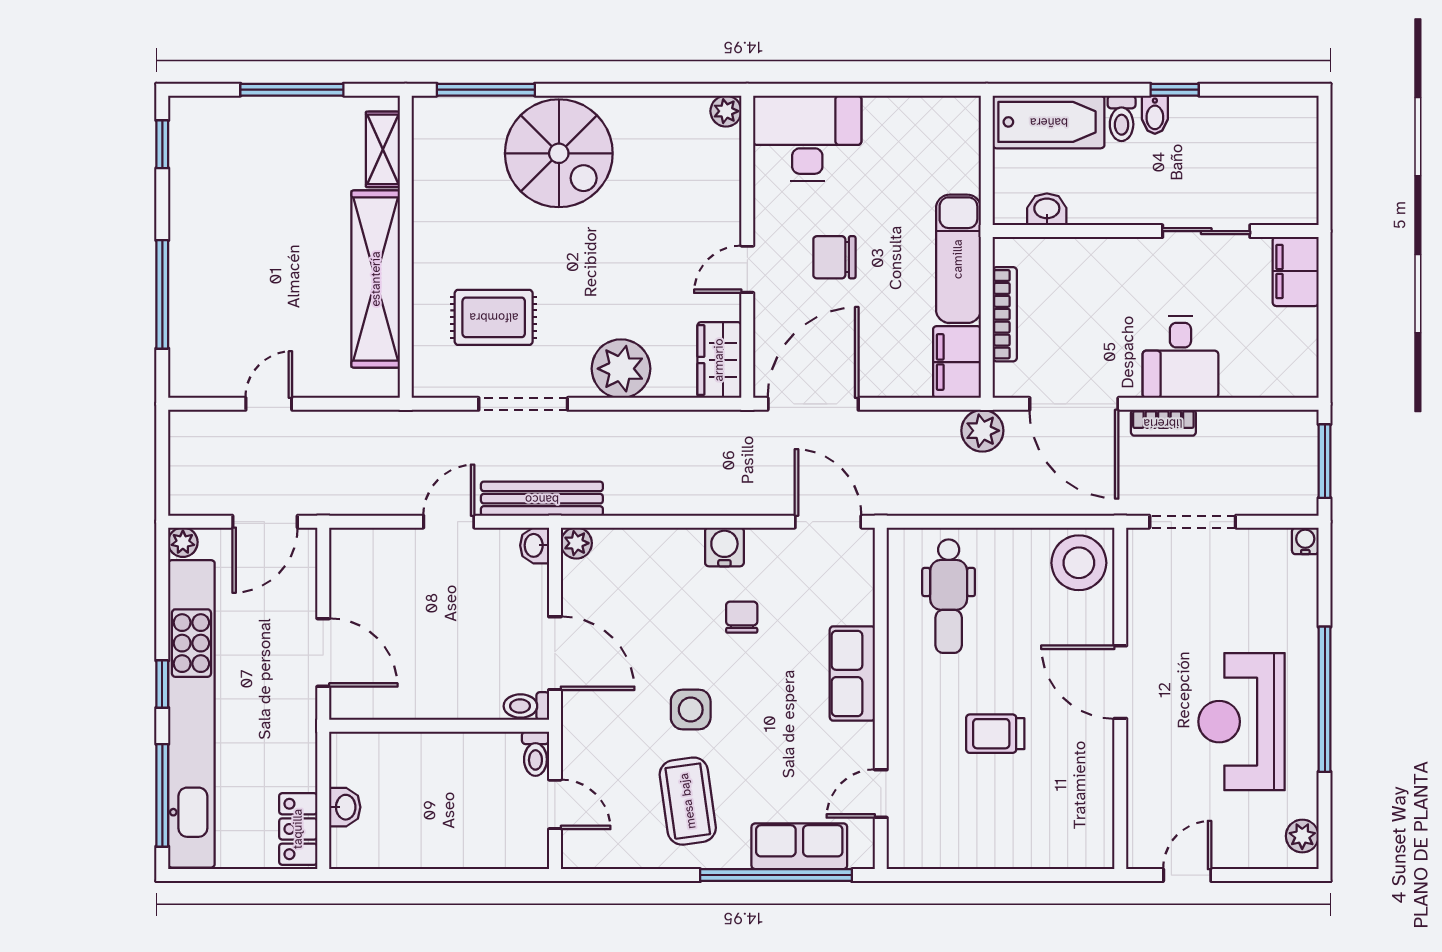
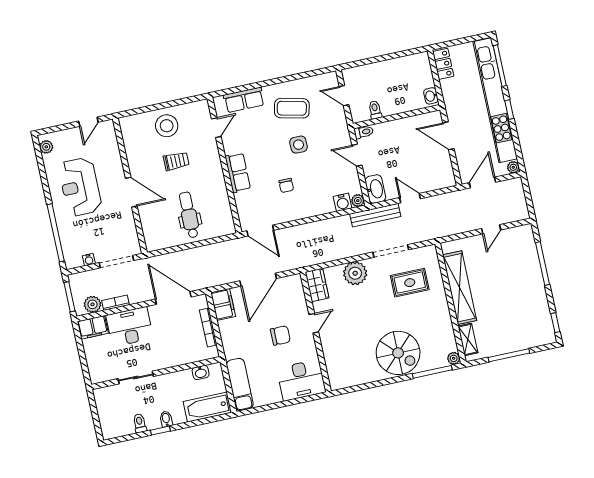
plant: (726, 111) -> (454, 358), moved
toilet: (1122, 118) -> (140, 423), moved
spiral stairs: (559, 153) -> (398, 353), turned 180
exam couch: (958, 259) -> (240, 384), moved
filing cabinet: (1296, 271) -> (93, 327), moved, turned 90
desk: (1180, 357) -> (130, 327), width x1.37
door: (813, 404) -> (258, 280), moved
bookcase: (1163, 423) -> (116, 303), moved
plant: (982, 431) -> (93, 304), moved
door: (449, 522) -> (410, 198), swing flipped
water cooler: (1305, 541) -> (89, 260), moved
washbasin: (535, 545) -> (375, 189), width x1.91, depth x1.45
water cooler: (724, 547) -> (343, 202), moved
stool: (1079, 563) -> (167, 126), moved
dental chair: (949, 596) -> (189, 215), moved
door: (555, 653) -> (357, 155), width x0.73
window: (1325, 699) -> (56, 233), moved
reception desk: (1242, 722) -> (80, 187), turned 180
toilet: (535, 754) -> (375, 110), moved
coffee table: (688, 801) -> (292, 108), turned -69
washbasin: (345, 807) -> (431, 96), moved
window: (776, 875) -> (251, 87), removed

